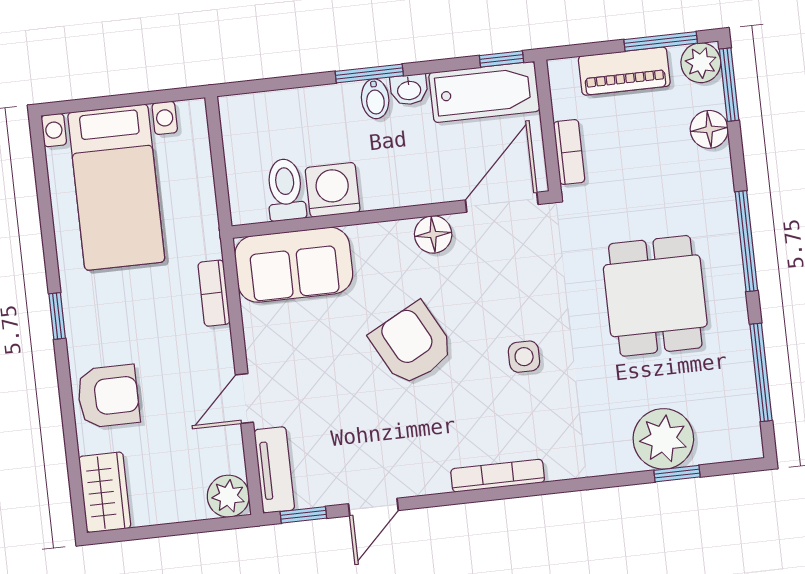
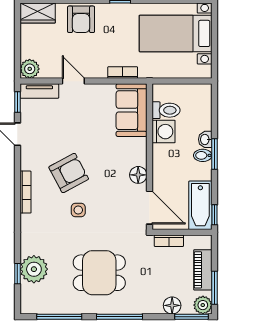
washbasin: (409, 90) -> (205, 139), moved
armchair: (412, 344) -> (69, 173), moved

